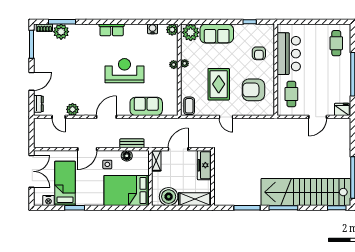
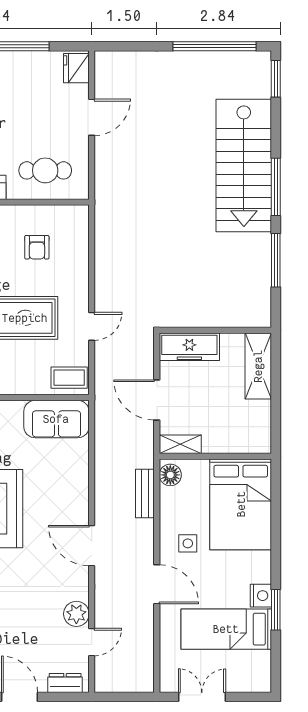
armchair: (253, 90) -> (37, 247), width x0.53, depth x0.53
sofa: (146, 106) -> (56, 419), moved, turned -90
door: (226, 117) -> (92, 326), moved
door: (318, 117) -> (92, 117), hinge flipped
floor lamp: (127, 156) -> (170, 475), moved
double door: (32, 171) -> (202, 697), width x0.73
stairs: (306, 192) -> (244, 166), width x0.73
boiler: (169, 197) -> (253, 419), removed
nightstand: (48, 200) -> (261, 596), moved

